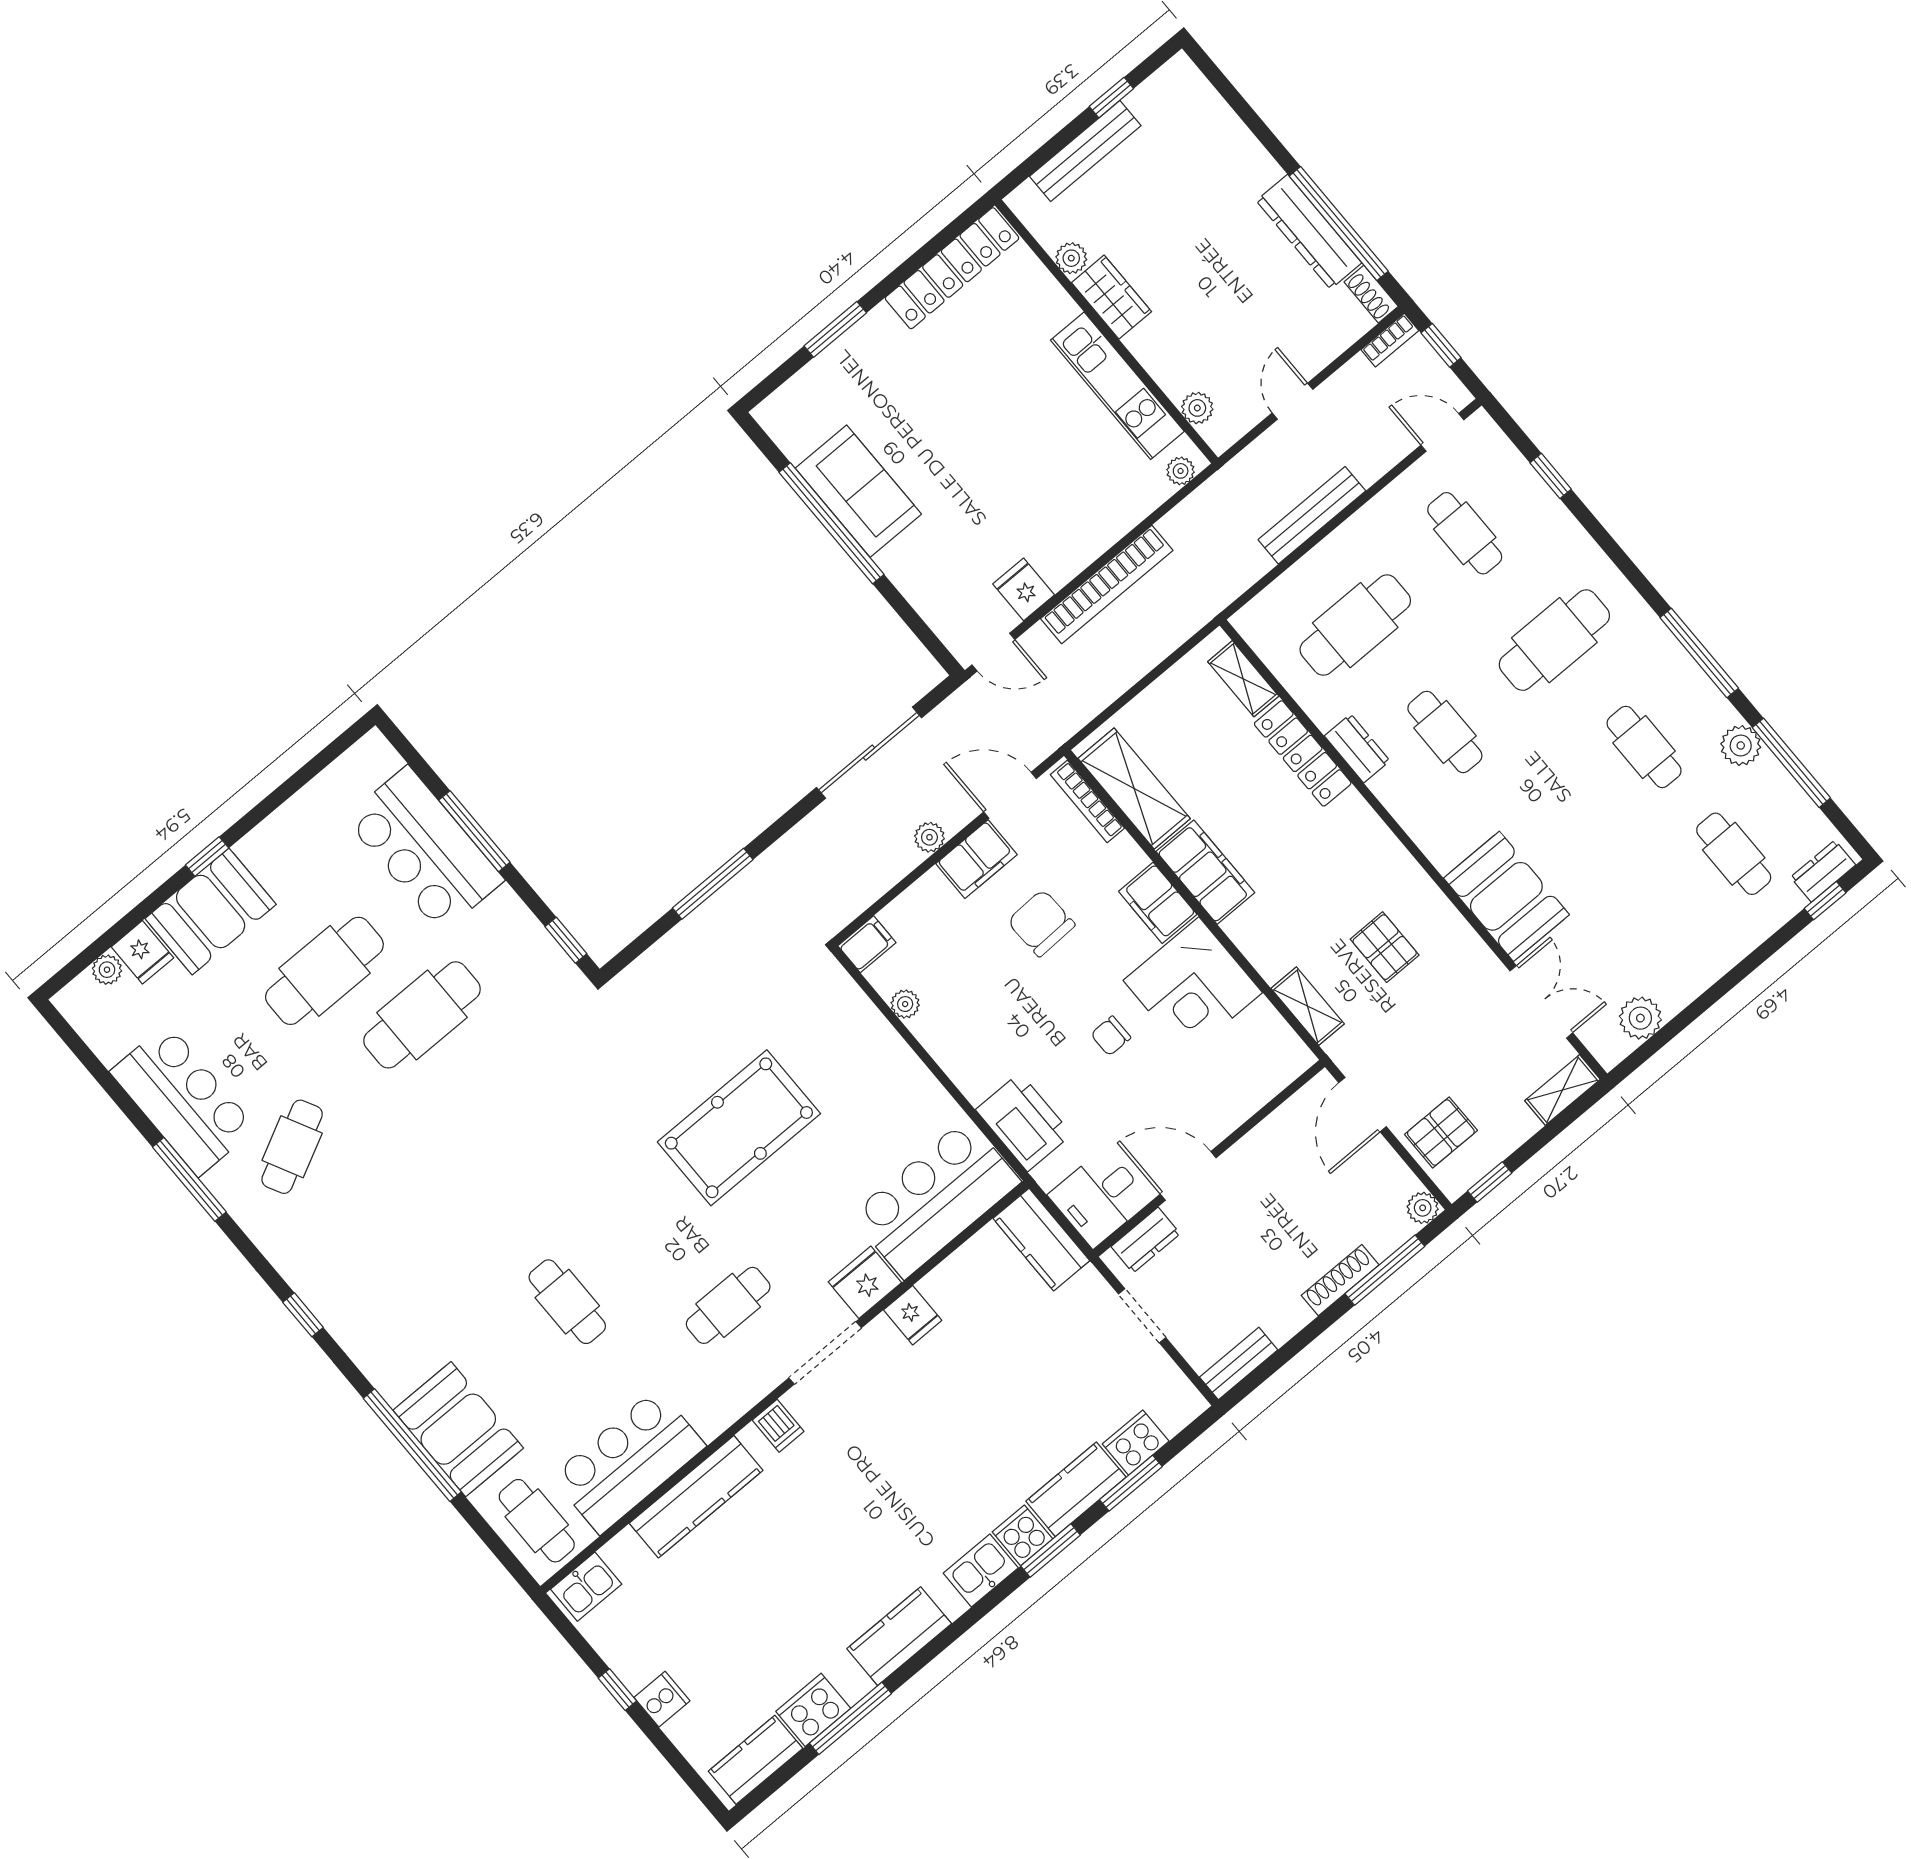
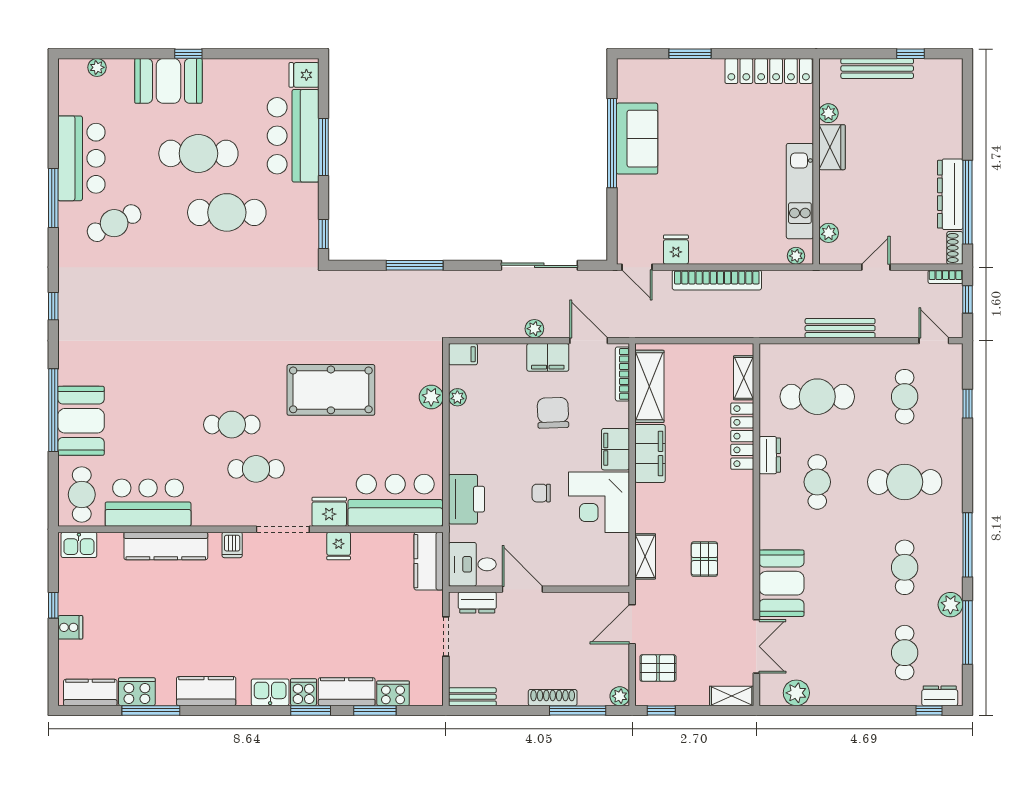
fridge: (142, 952) -> (304, 75), moved, turned 90
plant: (872, 1031) -> (431, 397), added
cafe table: (567, 1302) -> (232, 425), moved, turned 90

